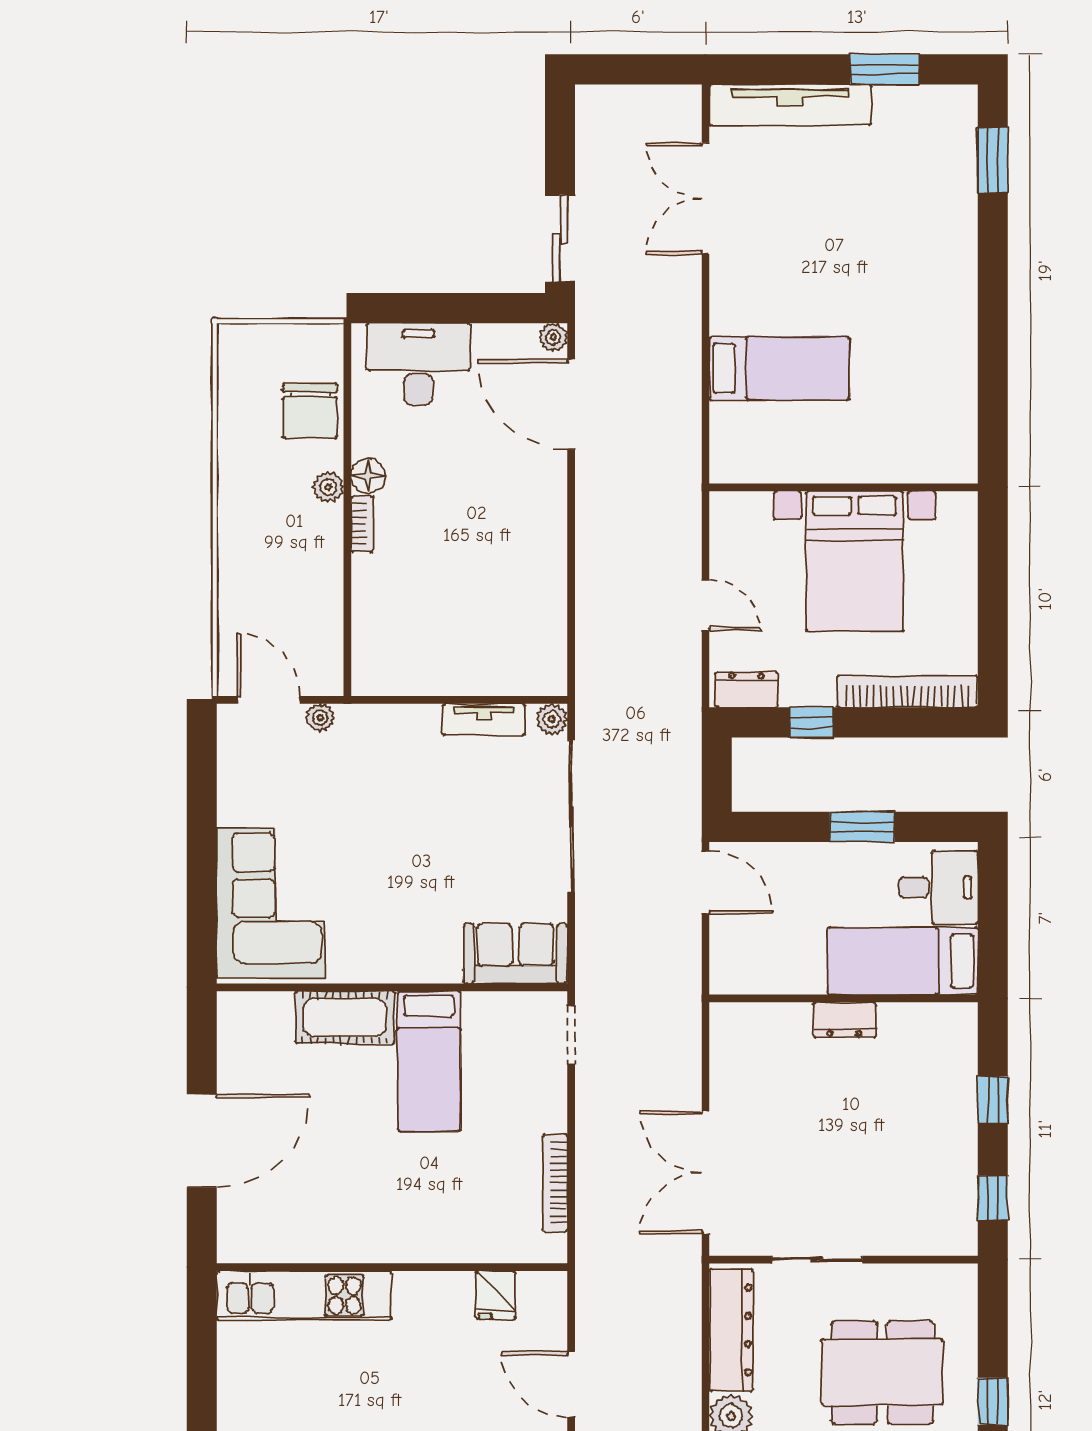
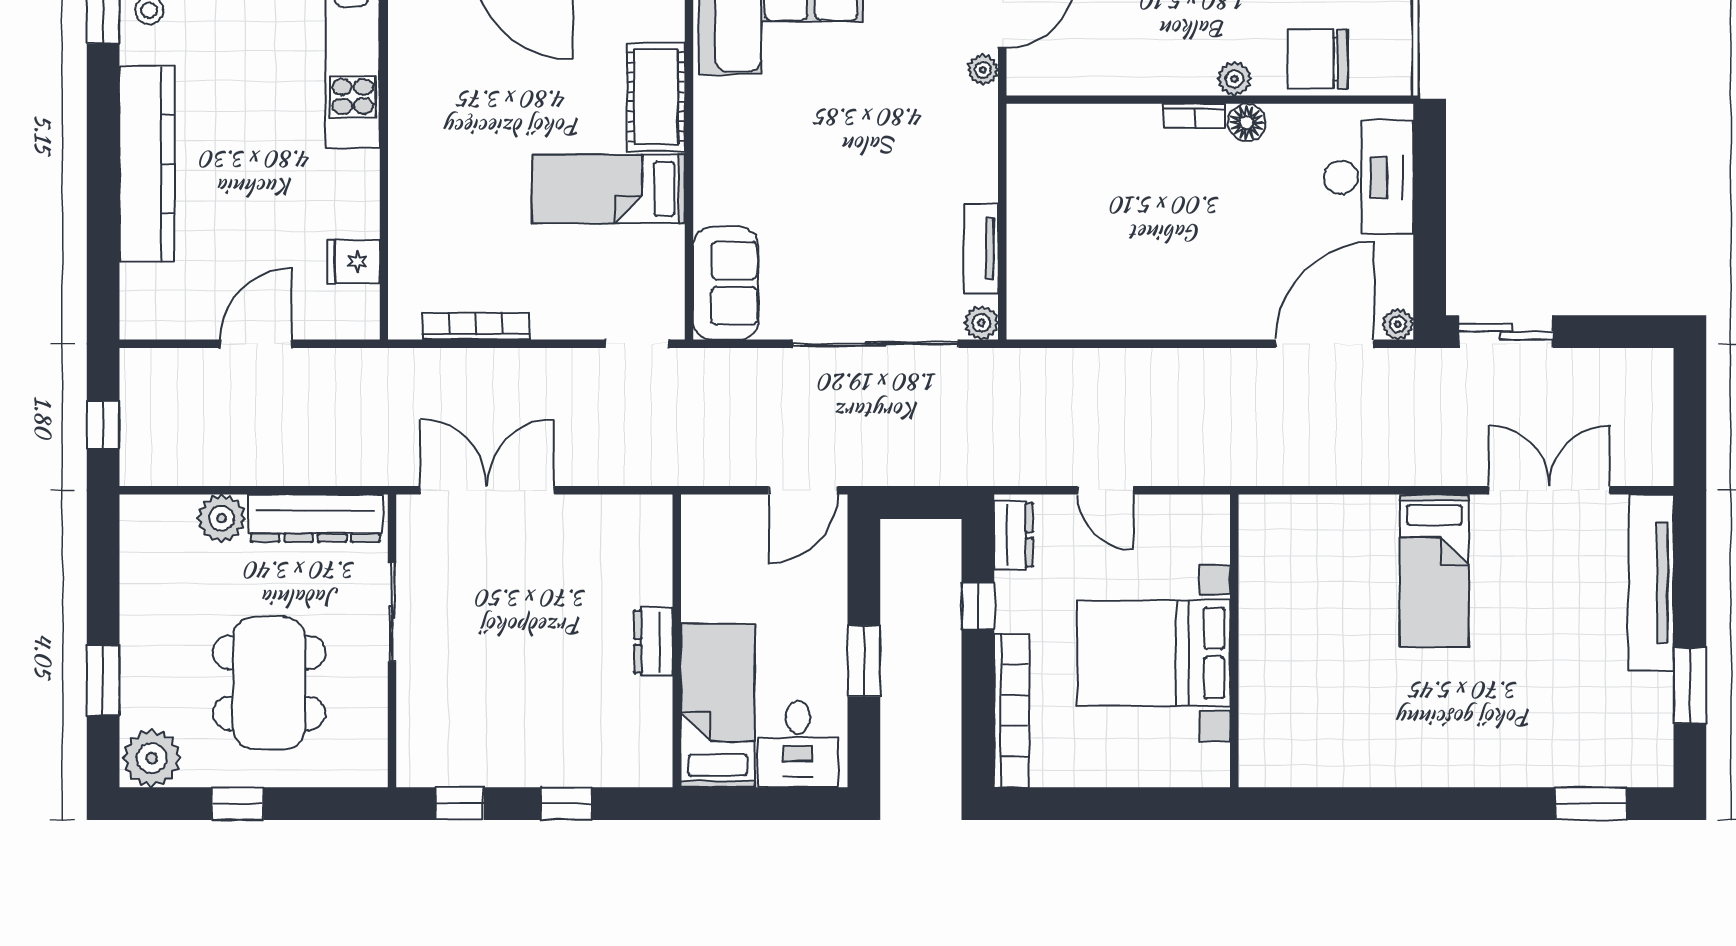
bed: (779, 368) -> (1434, 571), moved
door: (706, 605) -> (1105, 490), hinge flipped

